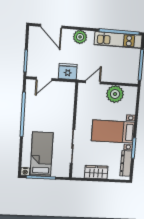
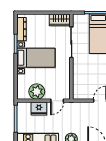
fridge: (68, 71) -> (39, 108), moved
wardrobe: (96, 172) -> (60, 20), moved

